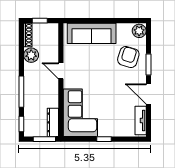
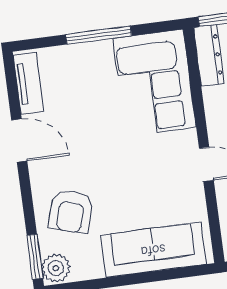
window: (148, 65) -> (35, 257), moved
window: (104, 139) -> (99, 35), width x2.17

